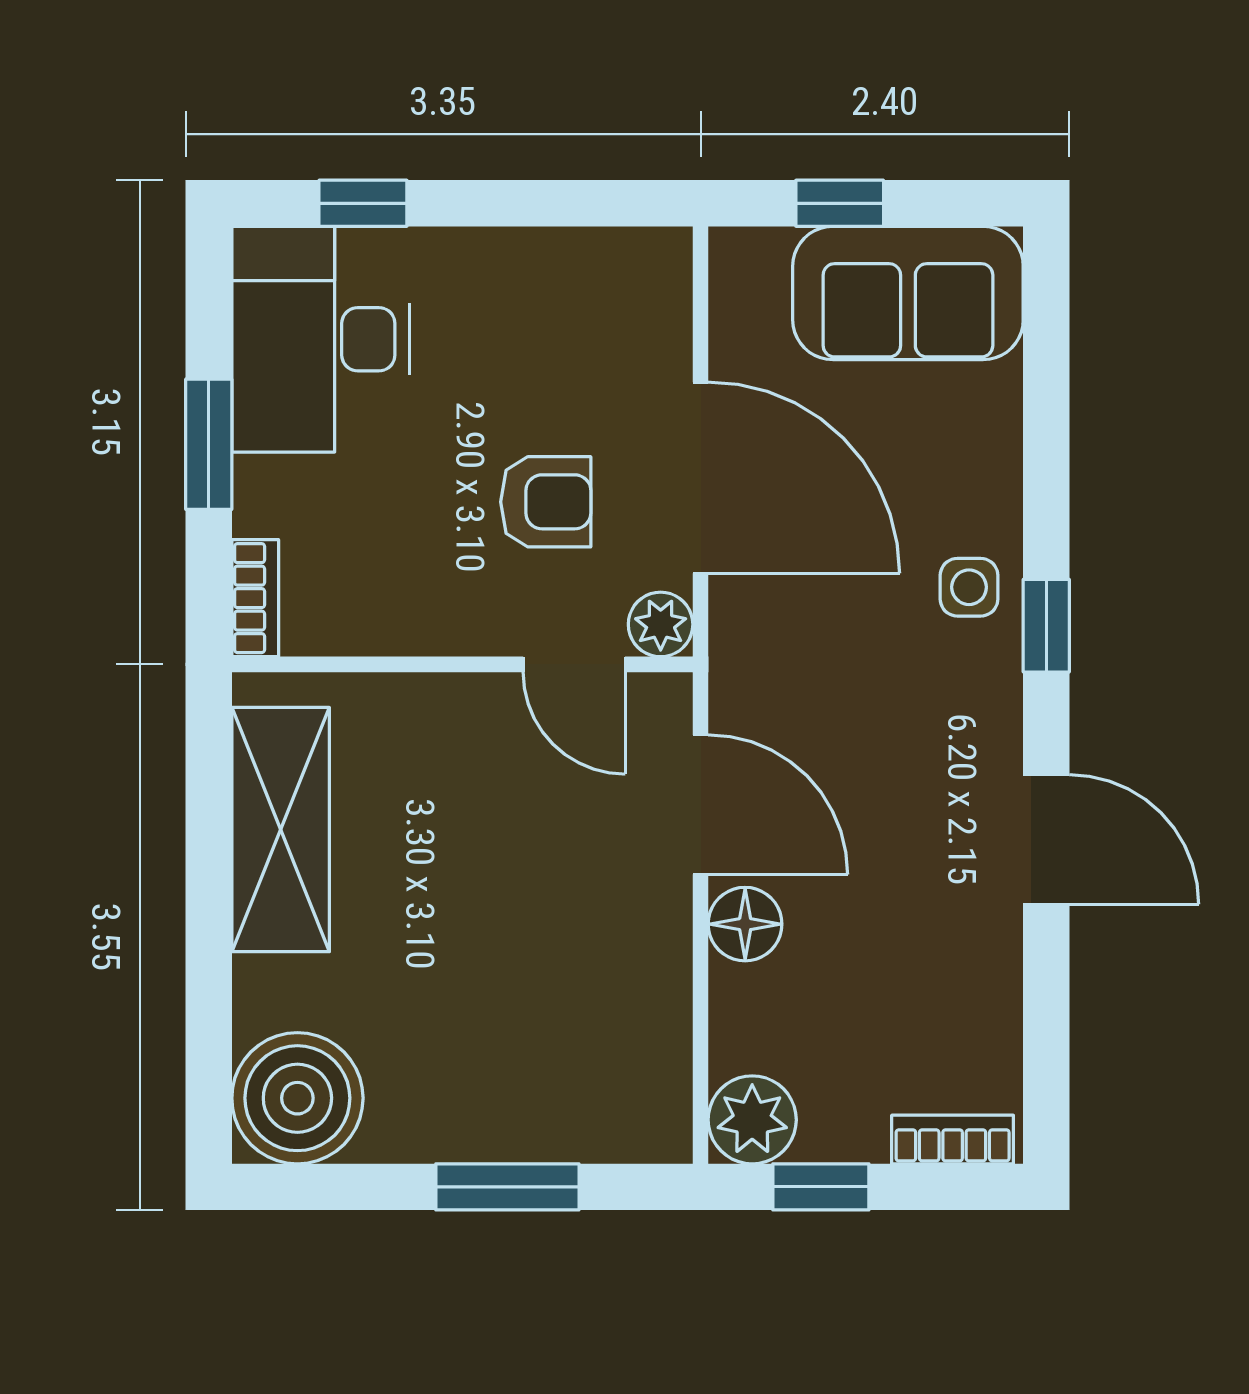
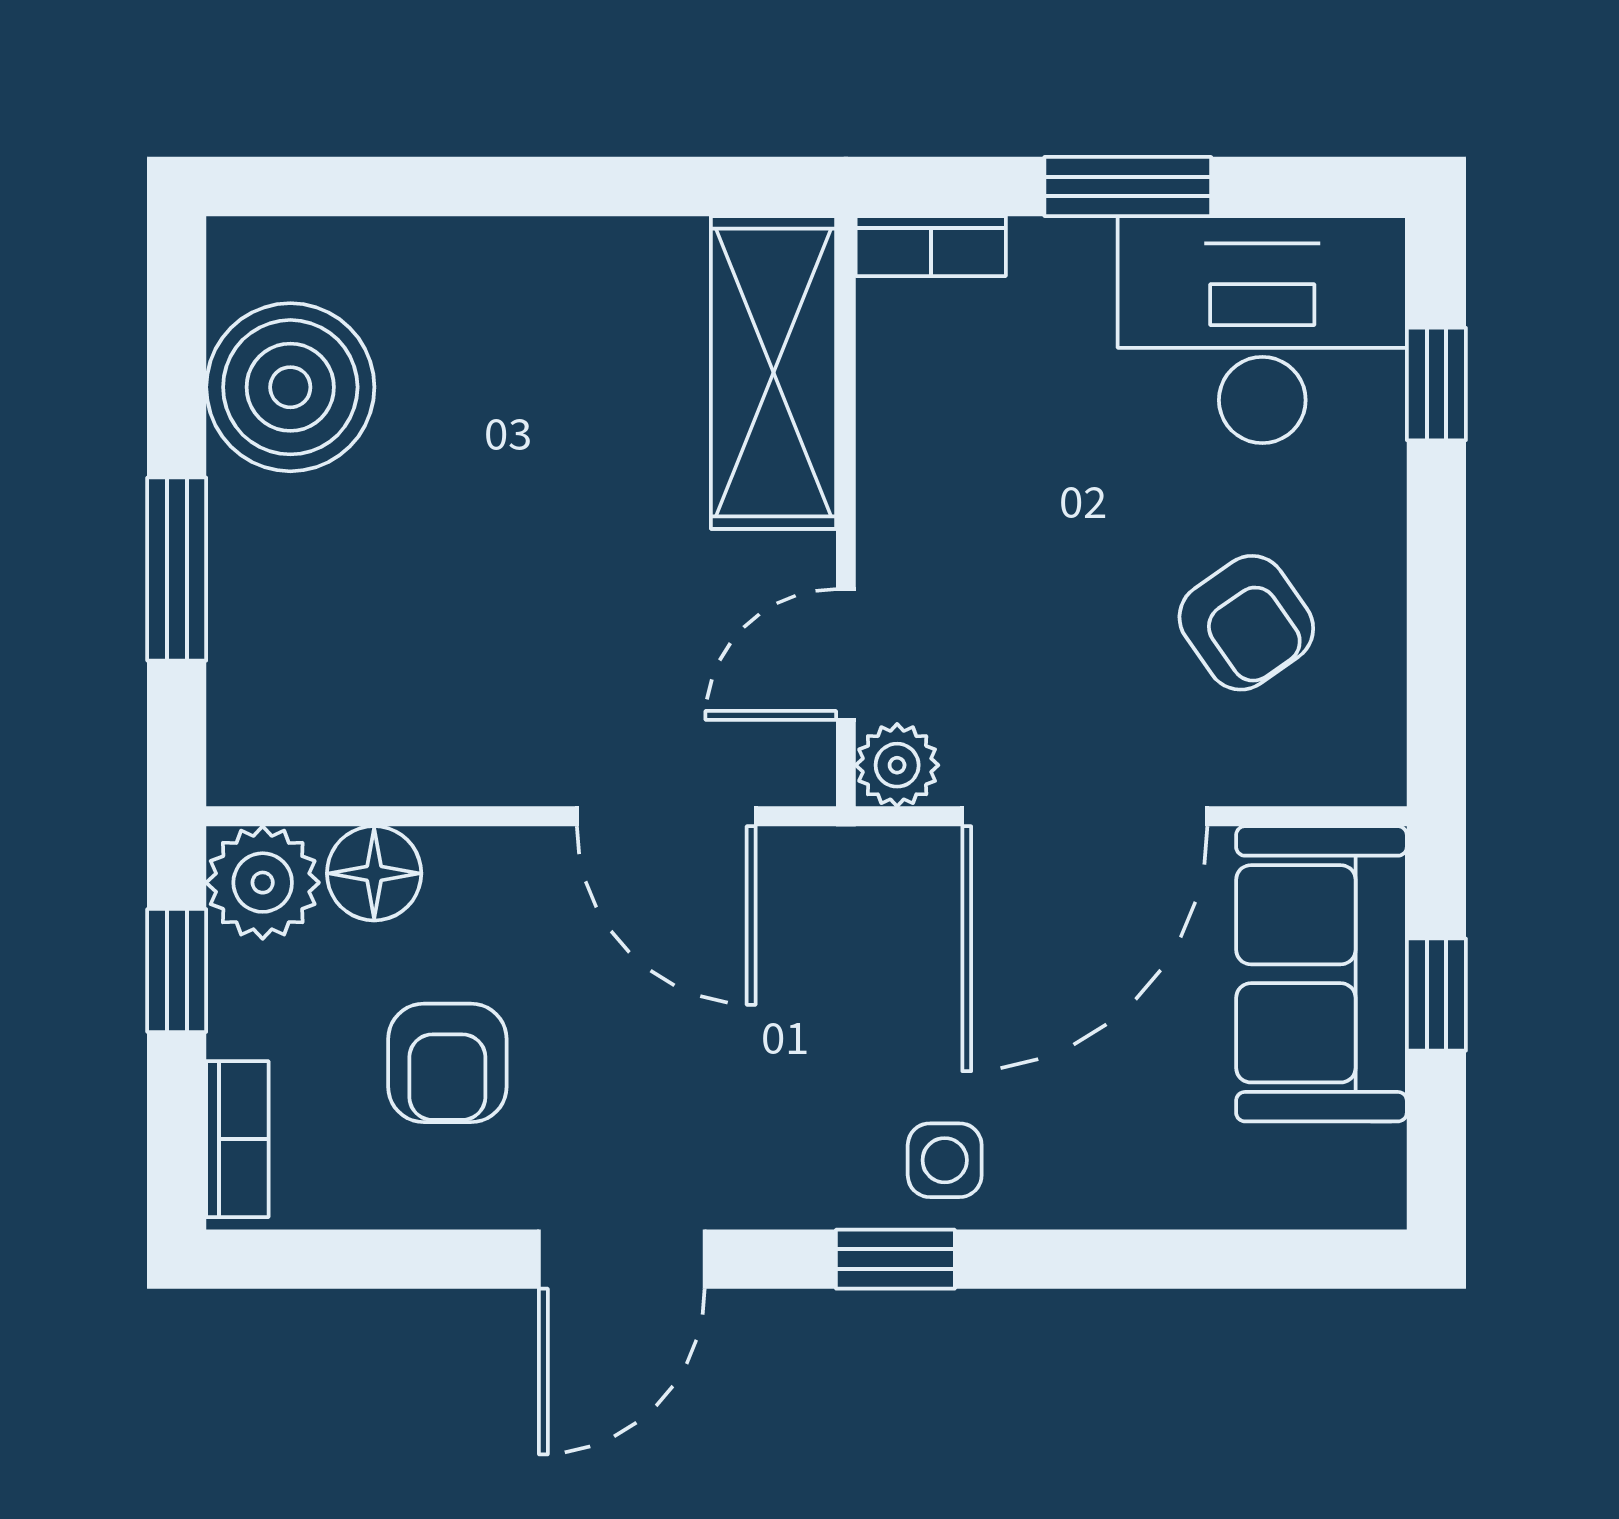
sofa: (908, 293) -> (1321, 974), moved
armchair: (546, 502) -> (1246, 623), moved, turned -35
door: (701, 805) -> (666, 816), hinge flipped
shelving: (281, 830) -> (773, 372), moved, turned 90
floor lamp: (745, 924) -> (374, 873), moved
armchair: (893, 976) -> (447, 1063), added
boiler: (297, 1098) -> (290, 387), moved

